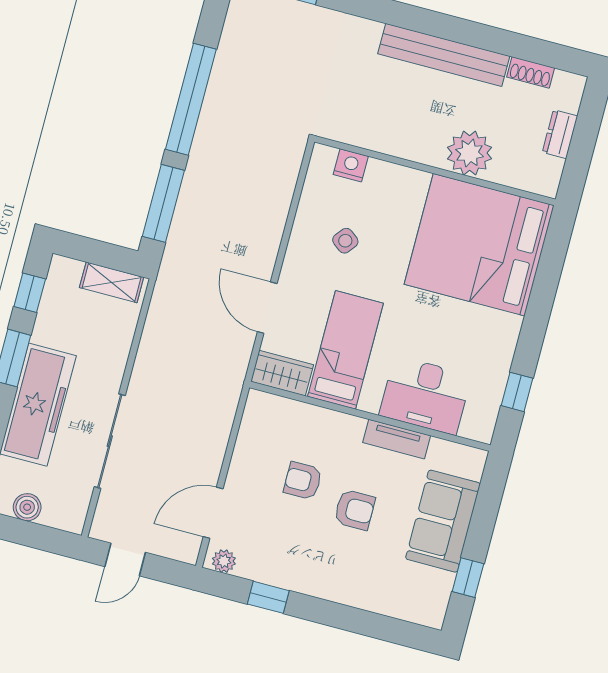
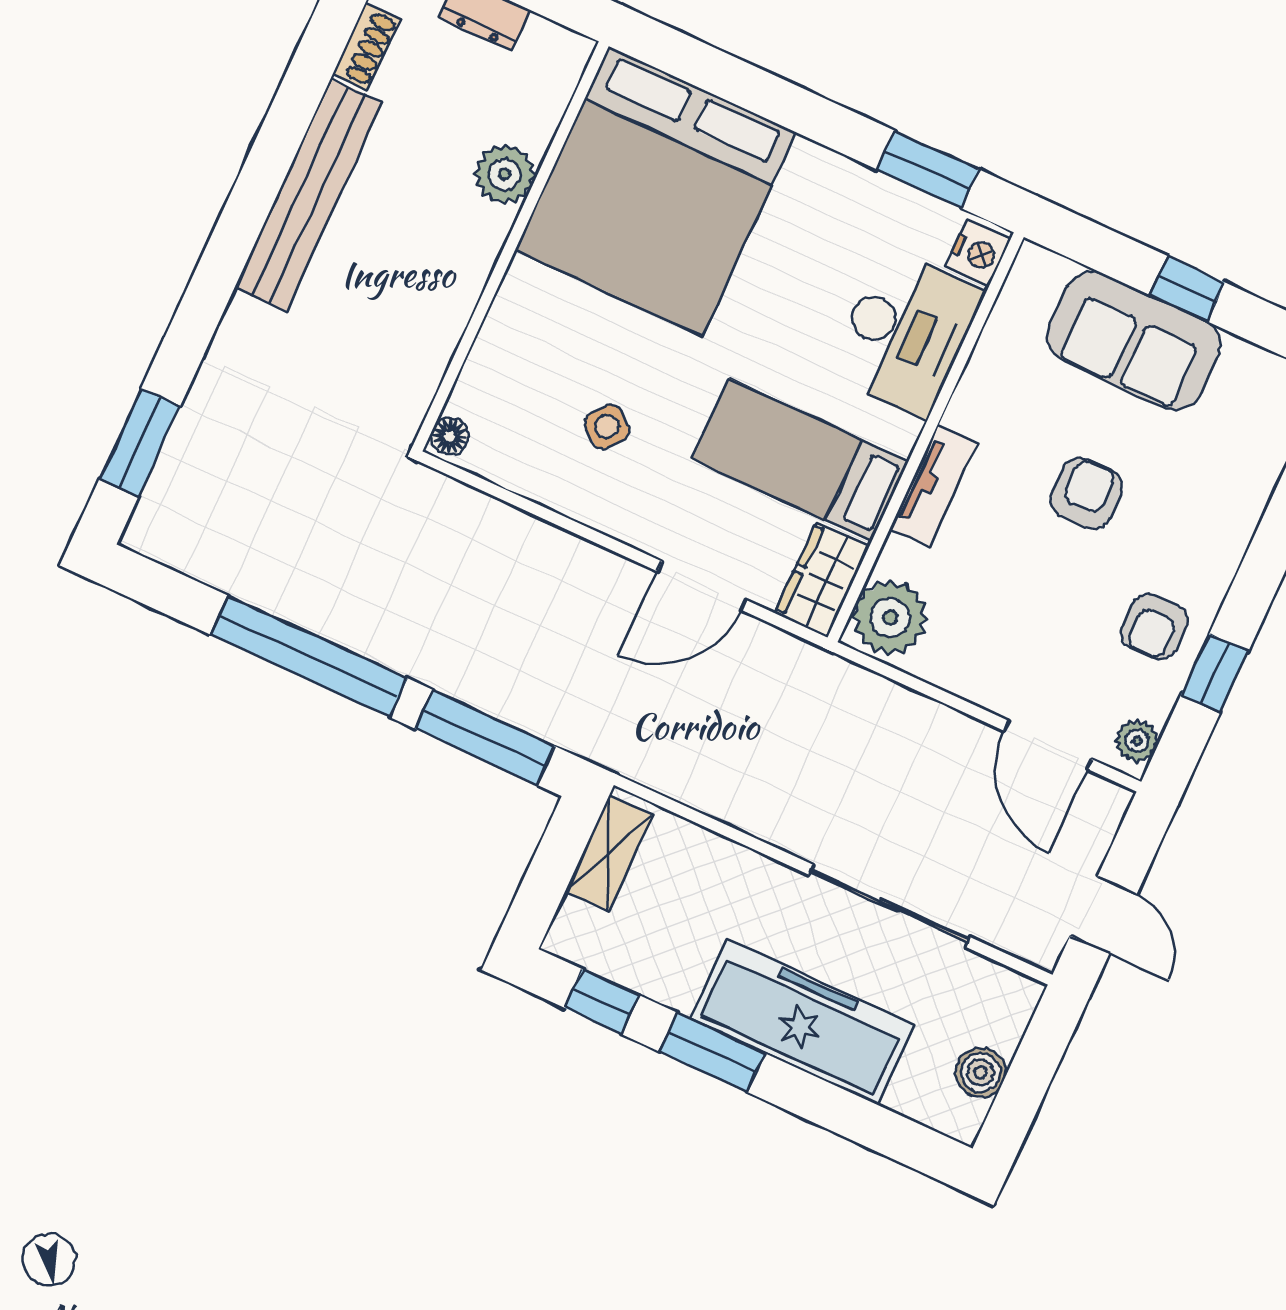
plant: (470, 153) -> (505, 174), width x0.73, depth x0.73
floor lamp: (325, 155) -> (450, 436), added
nightstand: (351, 165) -> (978, 253), moved, turned 180
window: (517, 392) -> (928, 169), width x1.50
plant: (268, 414) -> (890, 617), added
tv unit: (397, 439) -> (933, 486), moved
armchair: (303, 481) -> (1154, 627), moved
window: (468, 578) -> (1187, 289), moved

